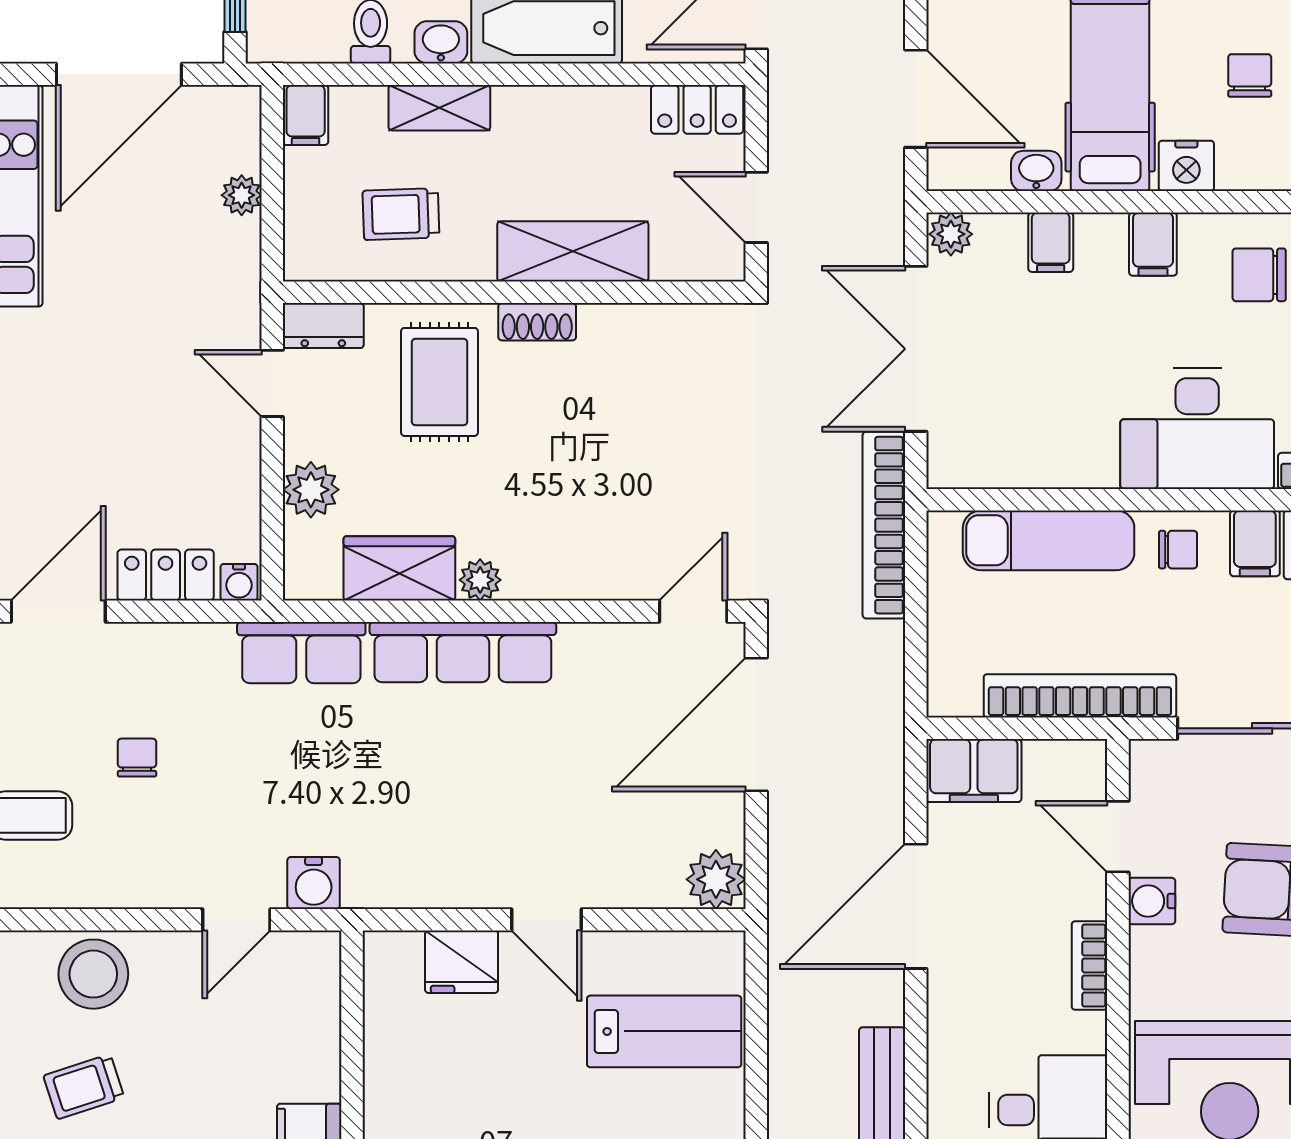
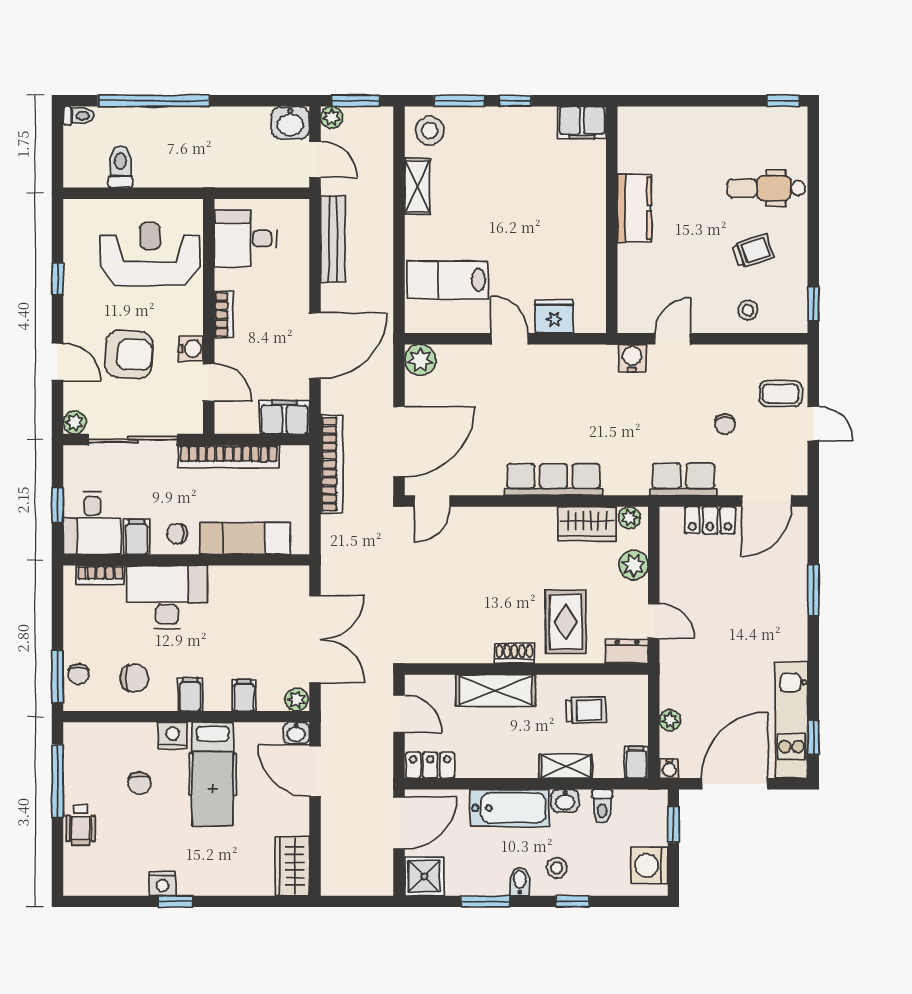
washbasin: (1036, 171) -> (296, 733), moved
bookcase: (884, 525) -> (332, 464), moved
plant: (480, 580) -> (629, 518), moved
water cooler: (239, 582) -> (669, 768), moved, turned 180
row of seats: (301, 653) -> (684, 479), moved
stool: (93, 974) -> (748, 310), width x0.53, depth x0.53

